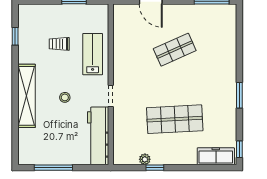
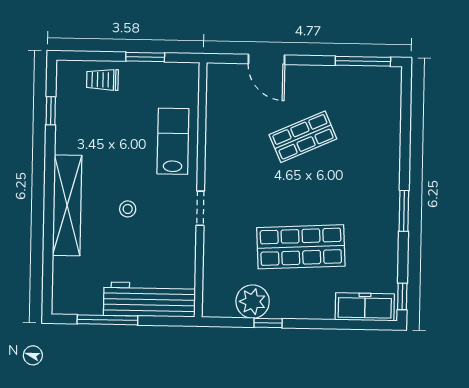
trolley: (59, 44) -> (102, 80), moved
workbench: (98, 136) -> (149, 300), moved, turned 90
plant: (145, 159) -> (253, 302), width x1.88, depth x1.88

